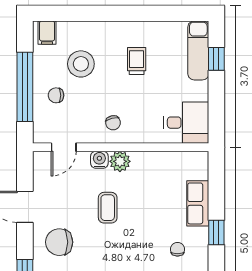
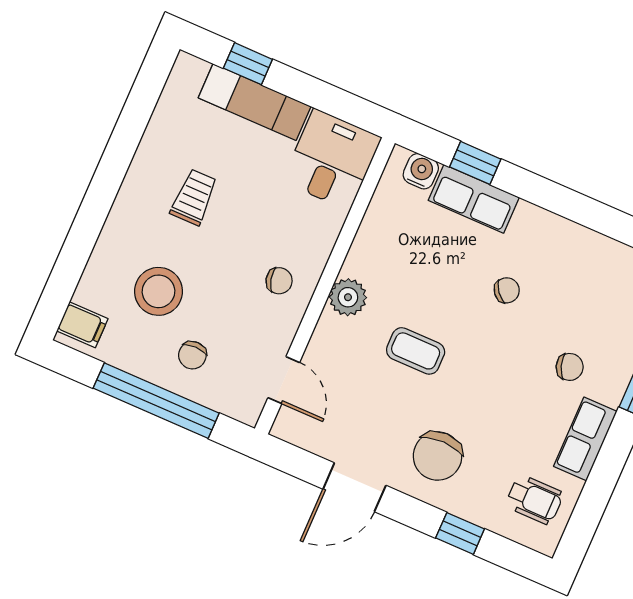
exam couch: (198, 50) -> (255, 102), moved
trolley: (137, 61) -> (194, 197), turned 90
water cooler: (99, 160) -> (421, 171), moved, turned 90
window: (216, 233) -> (475, 163), moved
chair: (177, 249) -> (507, 290), moved, turned 142

